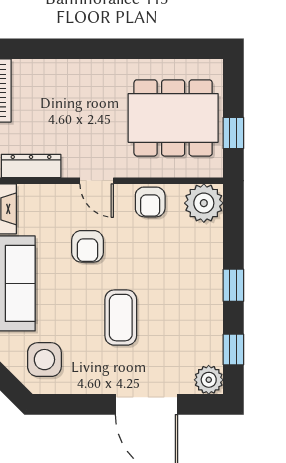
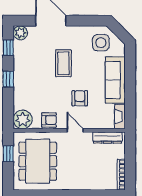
dining table: (173, 118) -> (38, 161), turned 90
armchair: (150, 202) -> (49, 120), turned 90

